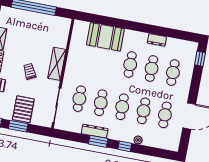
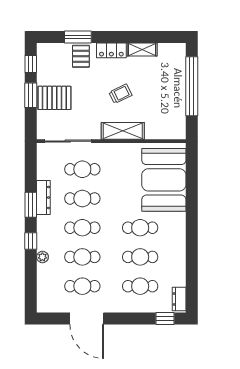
booth: (105, 37) -> (164, 180), width x1.36, depth x1.42
dresser: (157, 40) -> (179, 299), moved
trolley: (30, 71) -> (120, 94), moved

